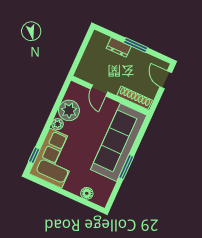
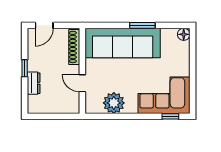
window: (136, 45) -> (25, 68), width x0.67
door: (99, 91) -> (82, 83), swing flipped
plant: (58, 124) -> (131, 108), removed
floor lamp: (87, 193) -> (184, 34), moved

